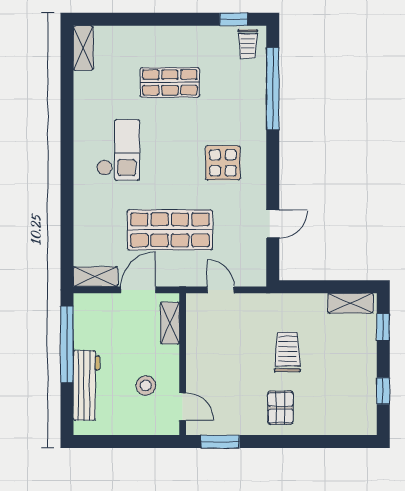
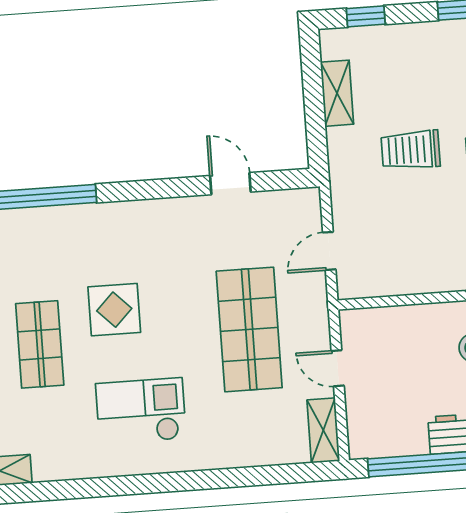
display table: (223, 163) -> (114, 310), moved
door: (138, 290) -> (338, 368), width x0.73
shelving: (350, 303) -> (337, 93), moved
shelving: (170, 323) -> (382, 320), removed

